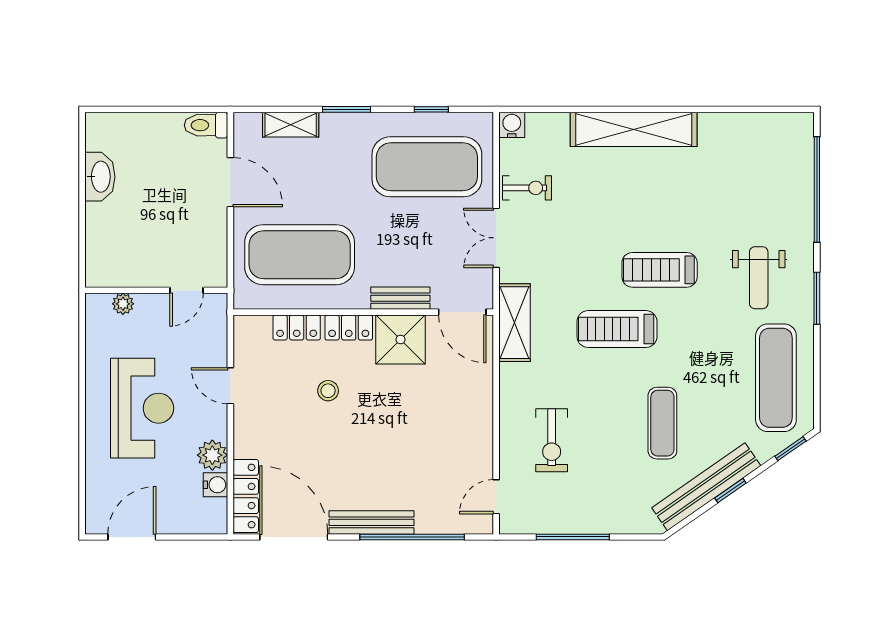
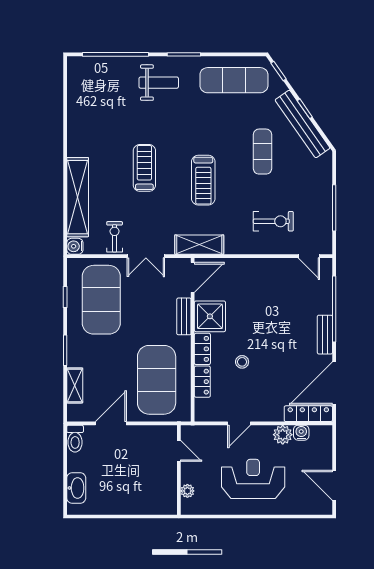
shelving: (634, 129) -> (78, 197), moved
washbasin: (100, 177) -> (76, 488), moved, turned 90
treadmill: (660, 270) -> (144, 168), moved, turned 180
weight bench: (759, 278) -> (159, 83), moved
exercise mat: (662, 423) -> (262, 152), turned 90
bench: (371, 522) -> (325, 335), width x0.73

